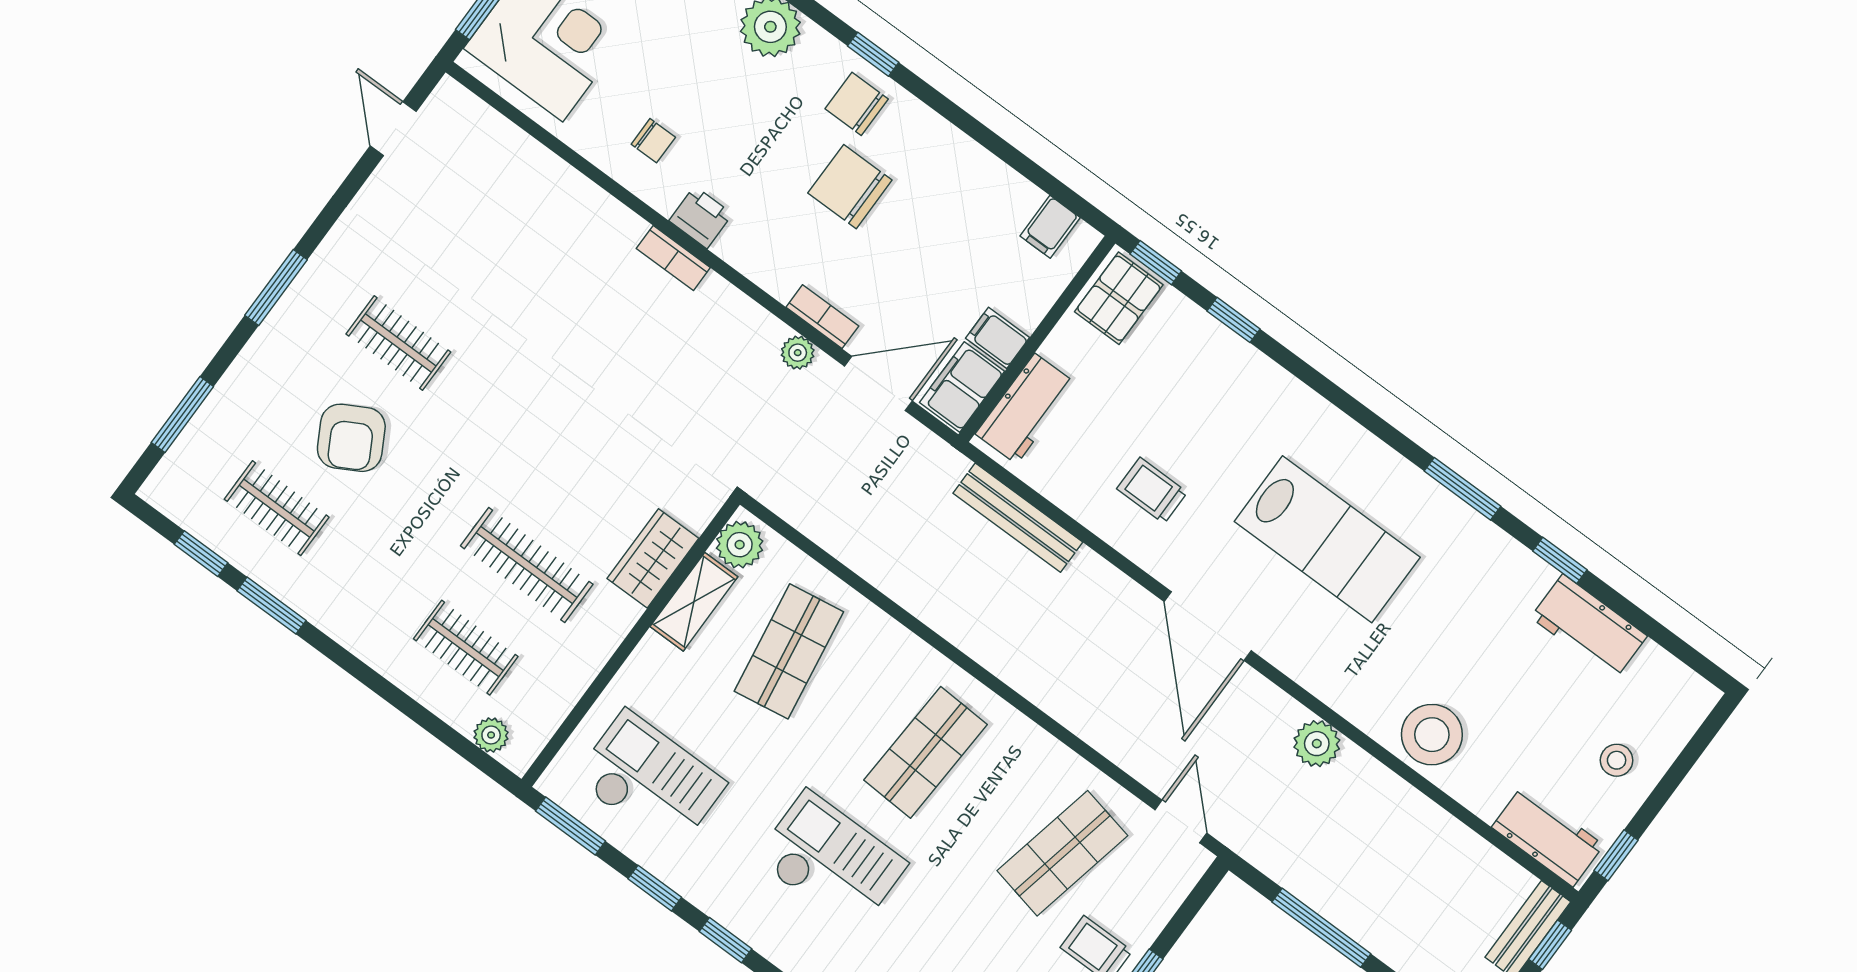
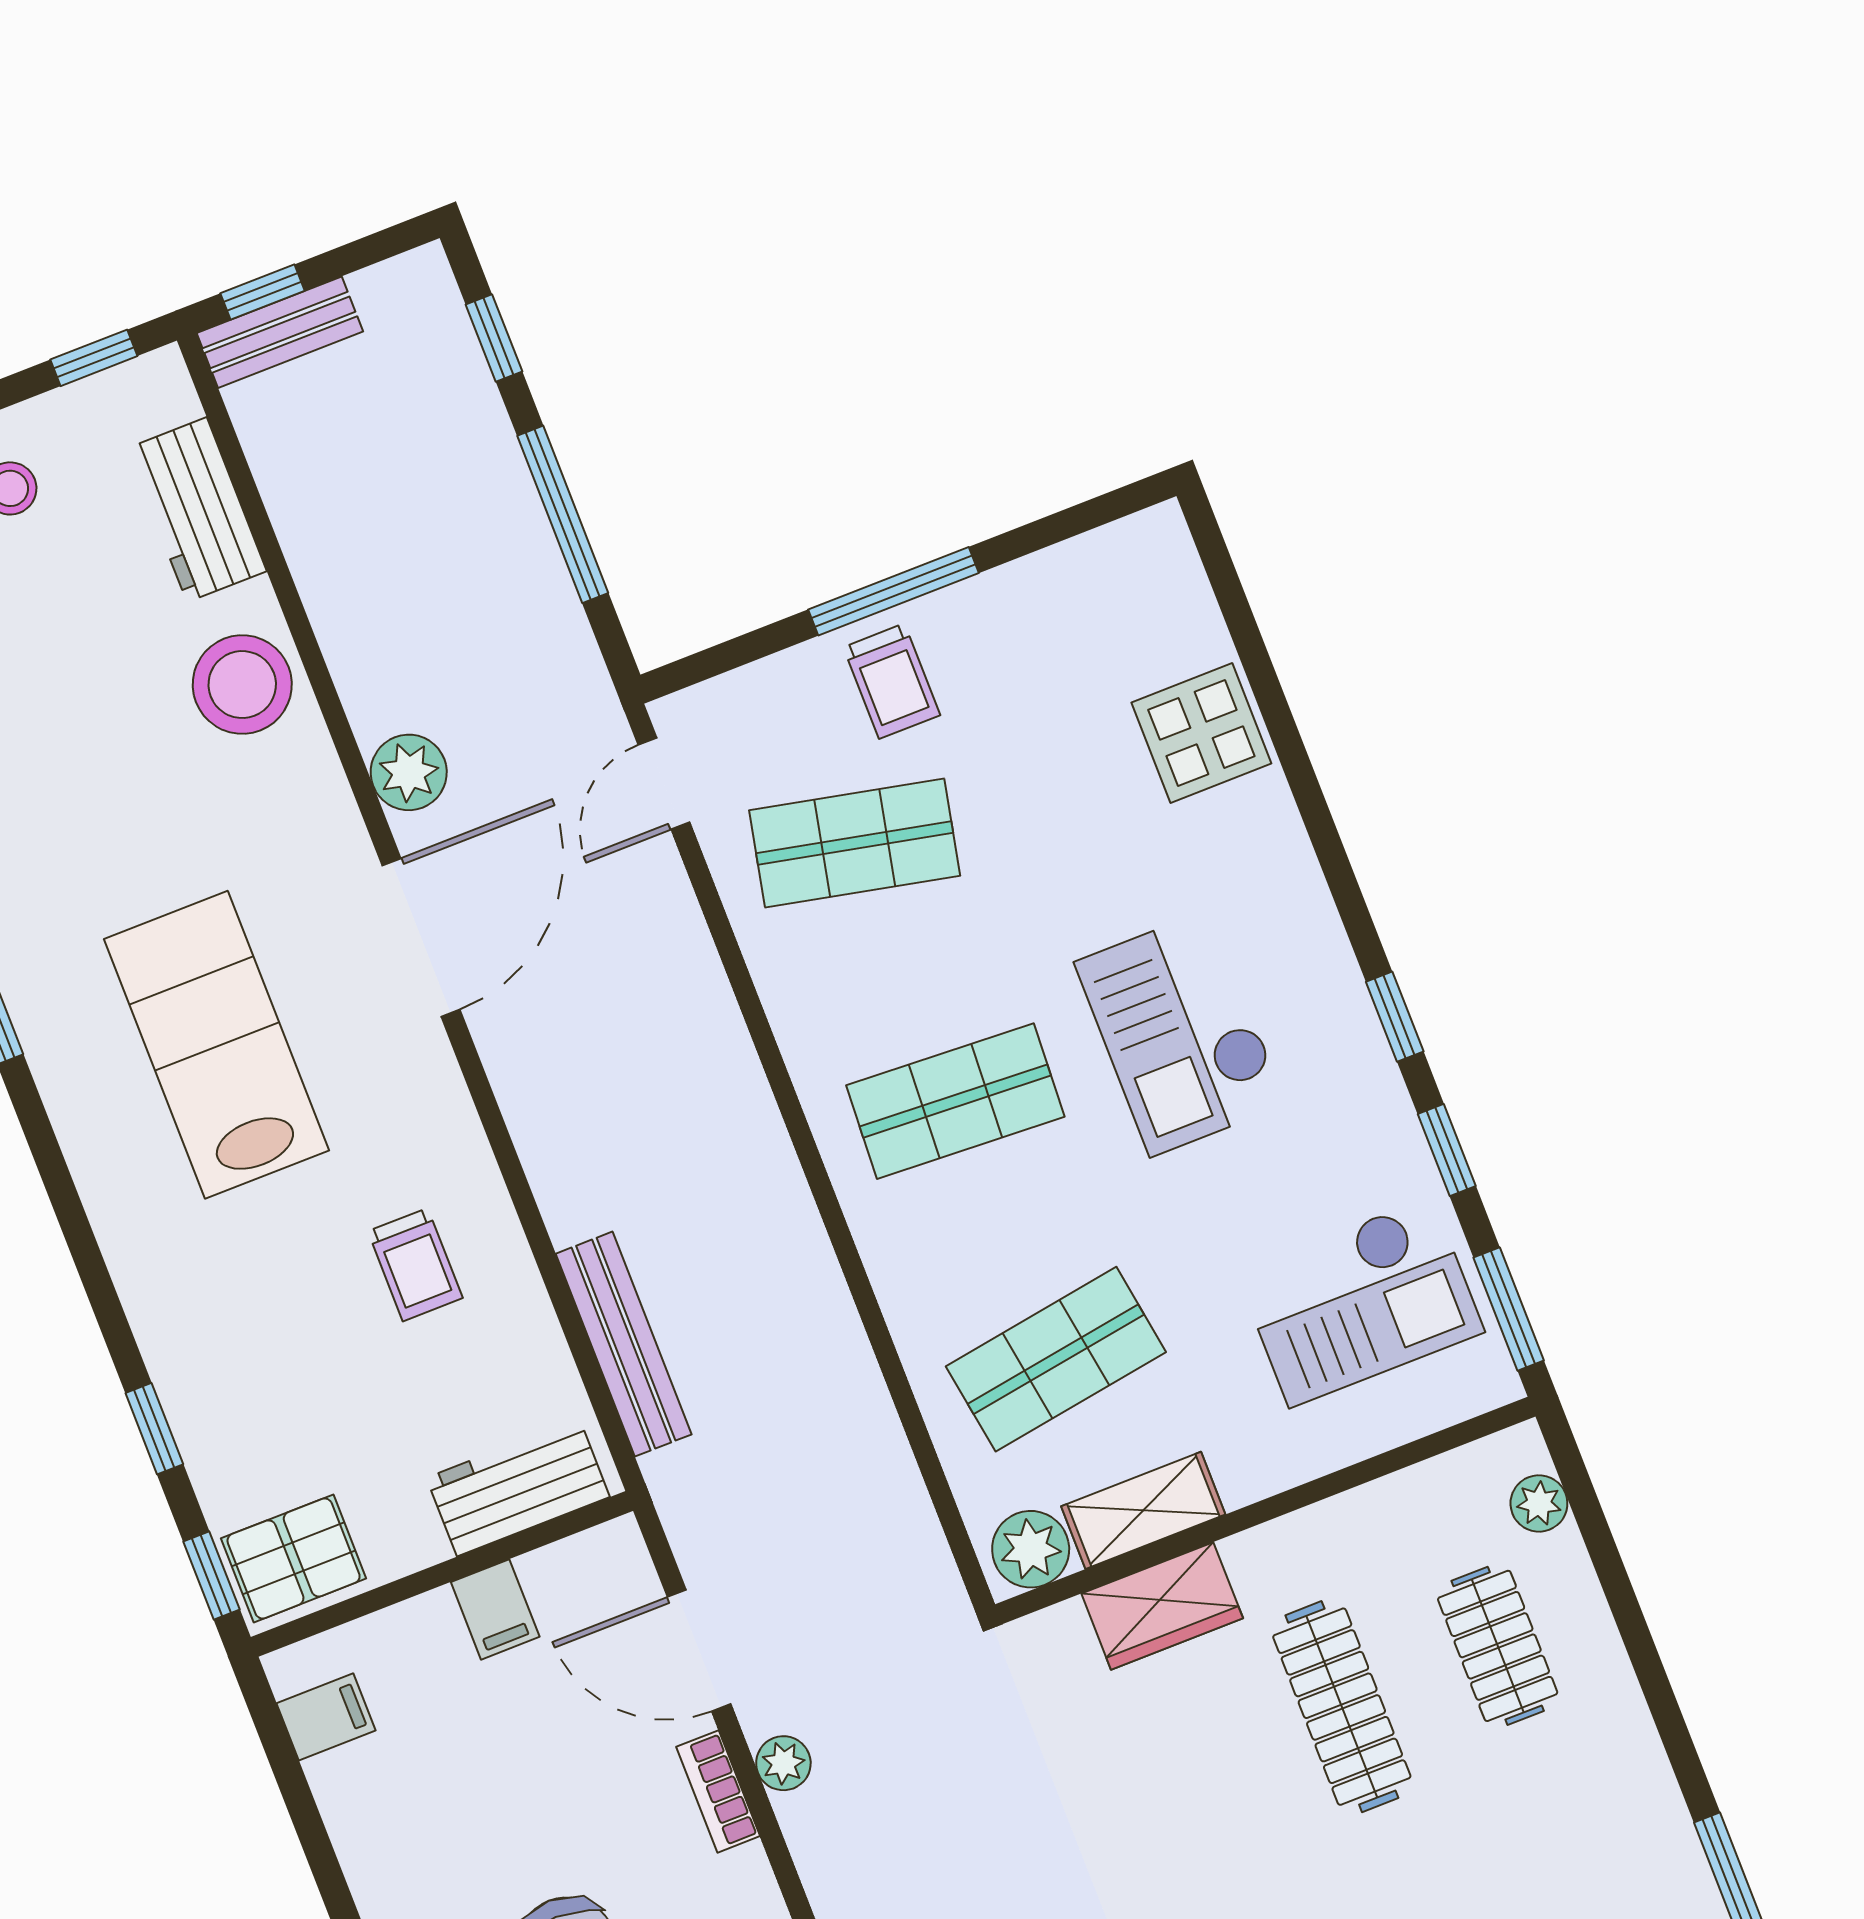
filing cabinet: (962, 387) -> (587, 1573), removed
door: (1208, 626) -> (421, 937), moved
checkout: (650, 781) -> (1360, 1302), turned -90
workbench: (1548, 836) -> (197, 510), moved

